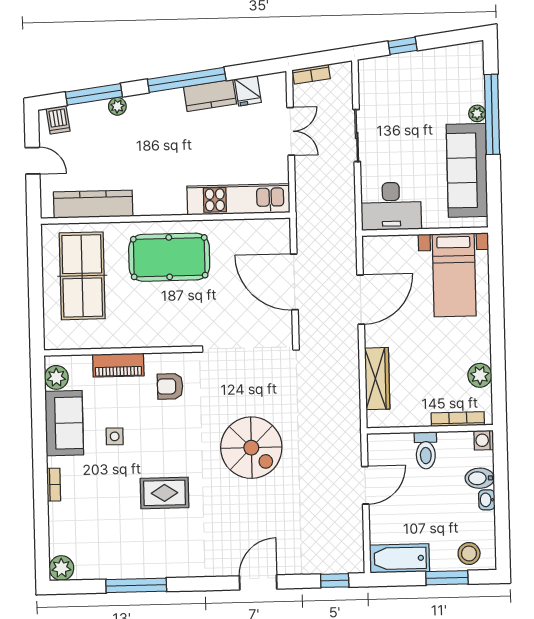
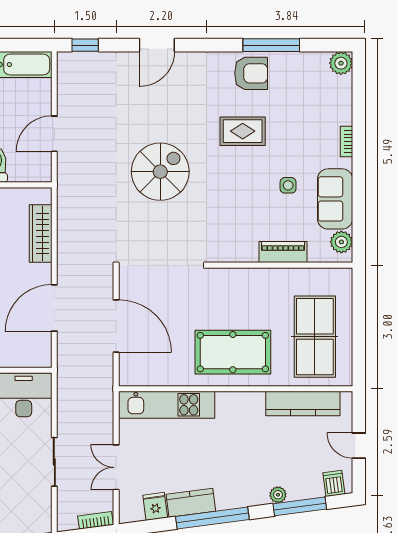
armchair: (170, 386) -> (251, 73), moved, width x1.38, depth x1.38
spiral stairs: (251, 448) -> (160, 172), turned 90

